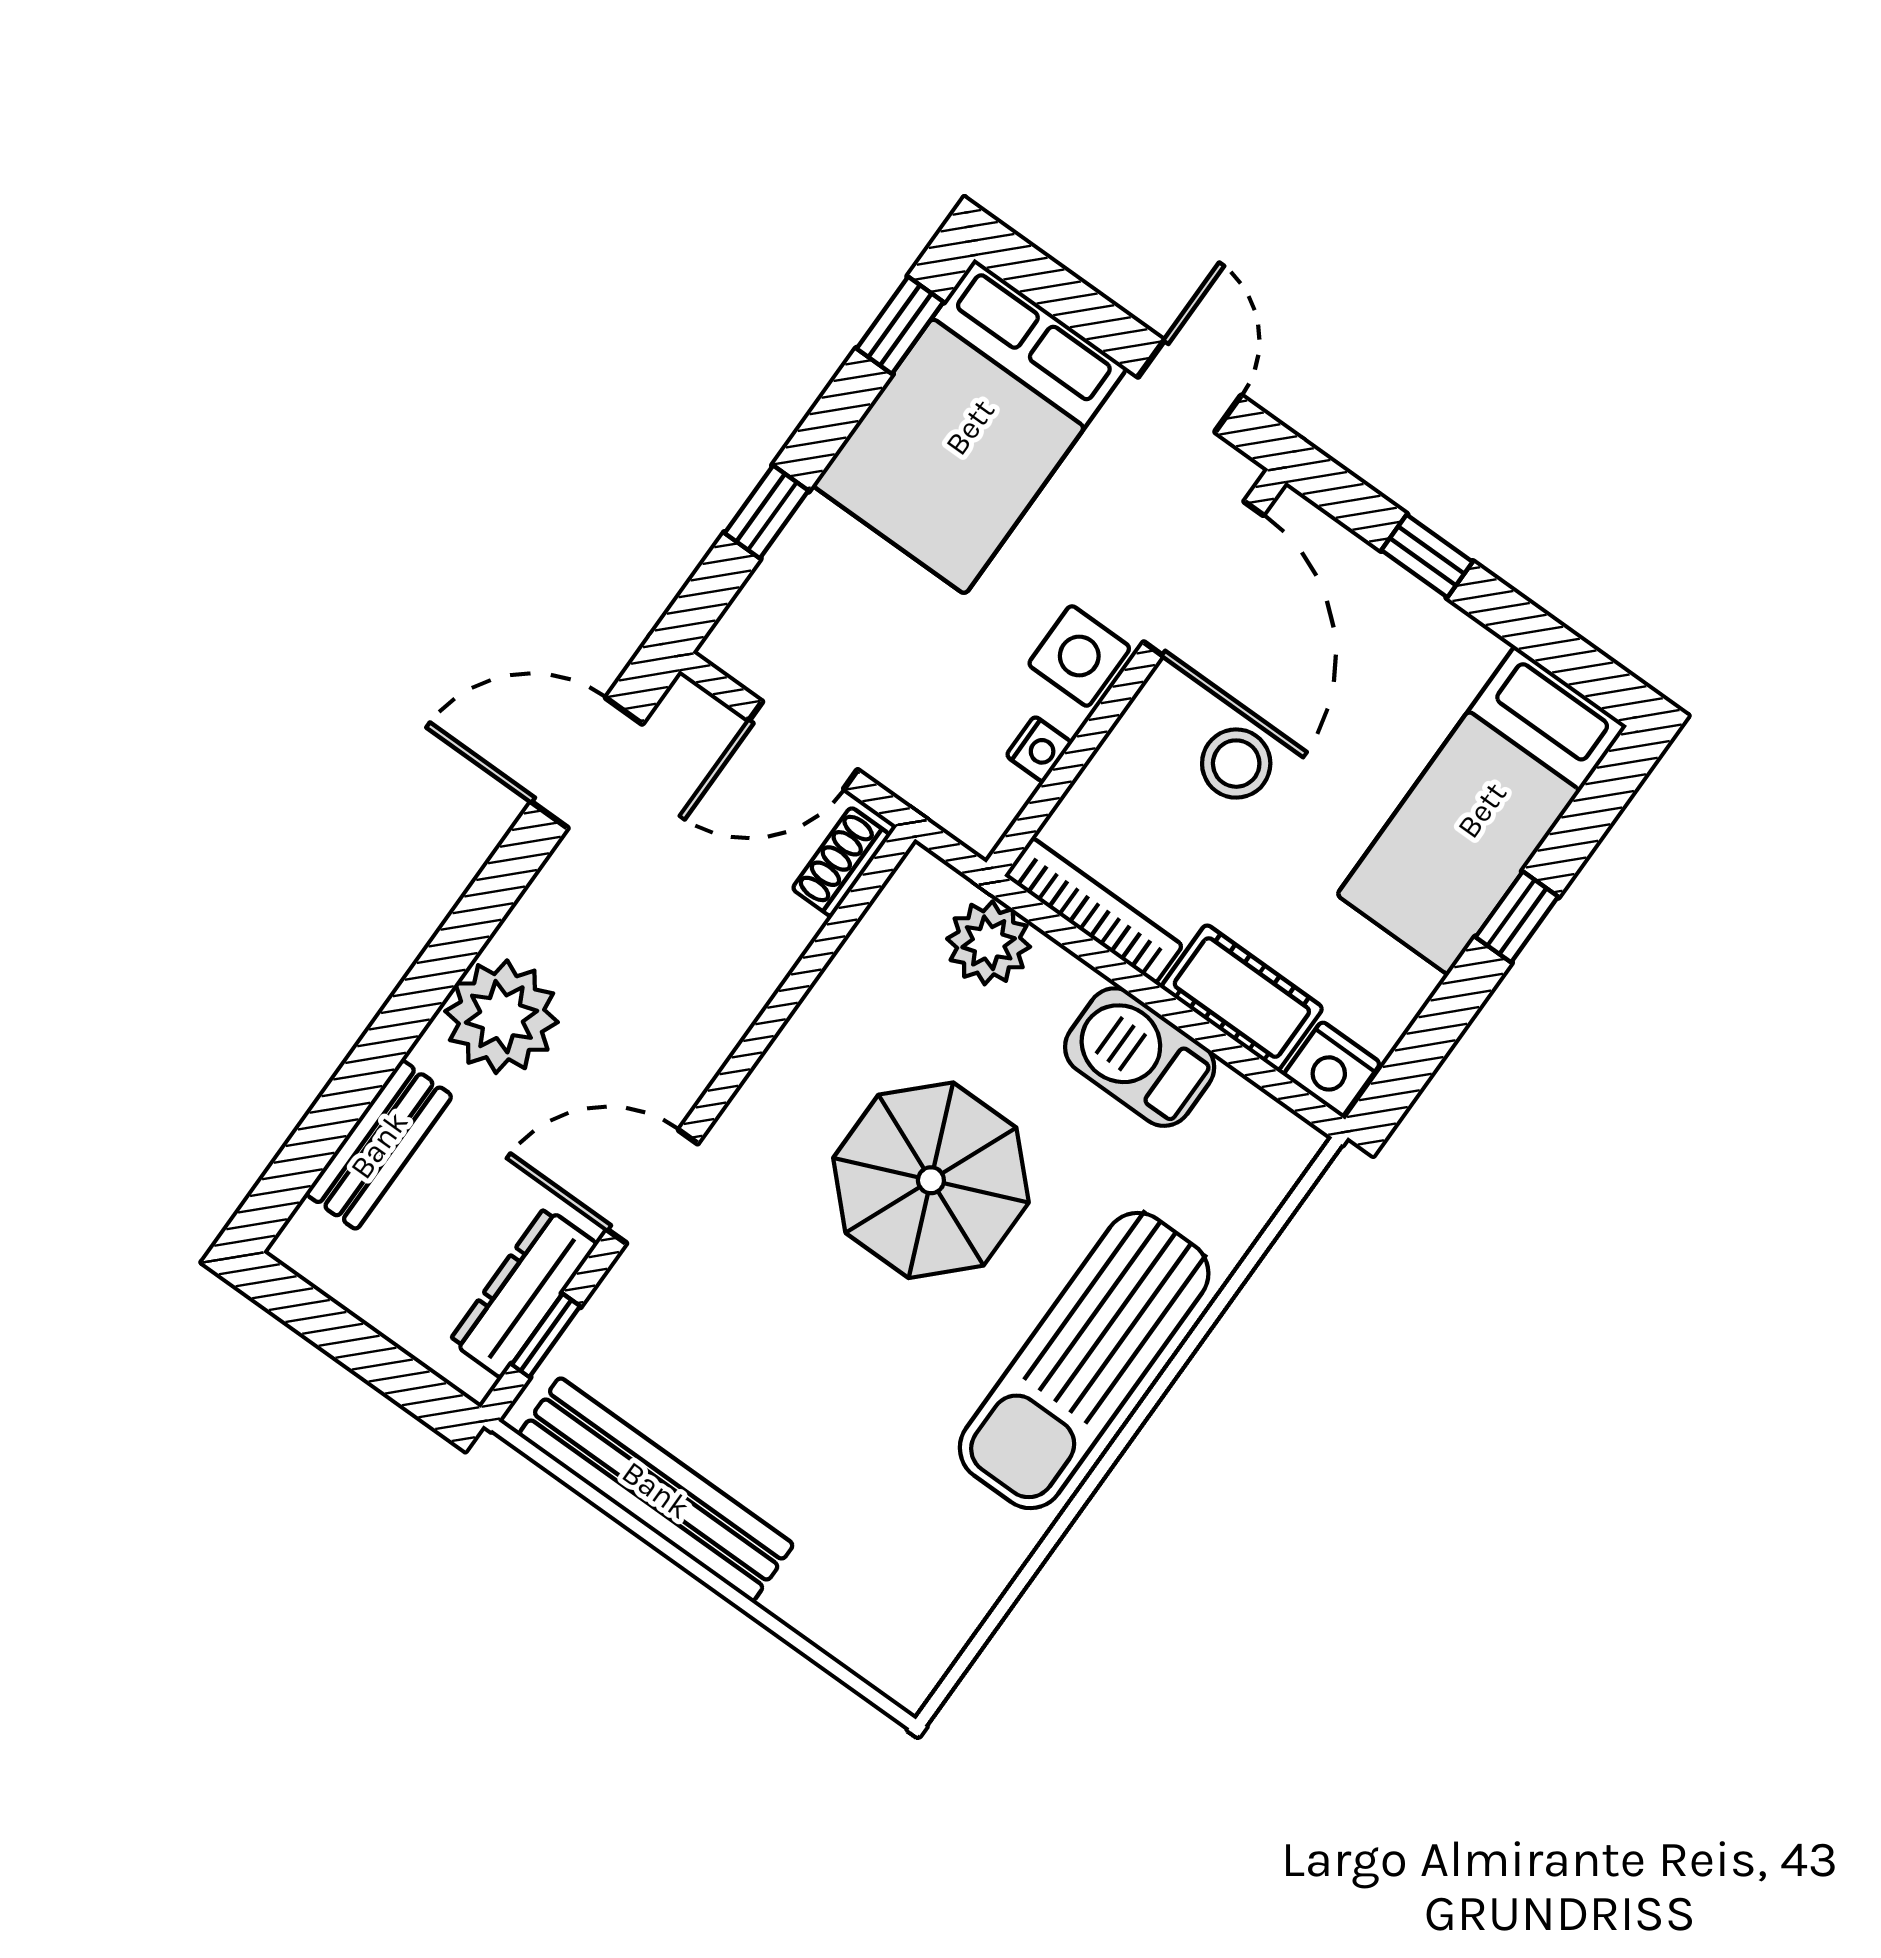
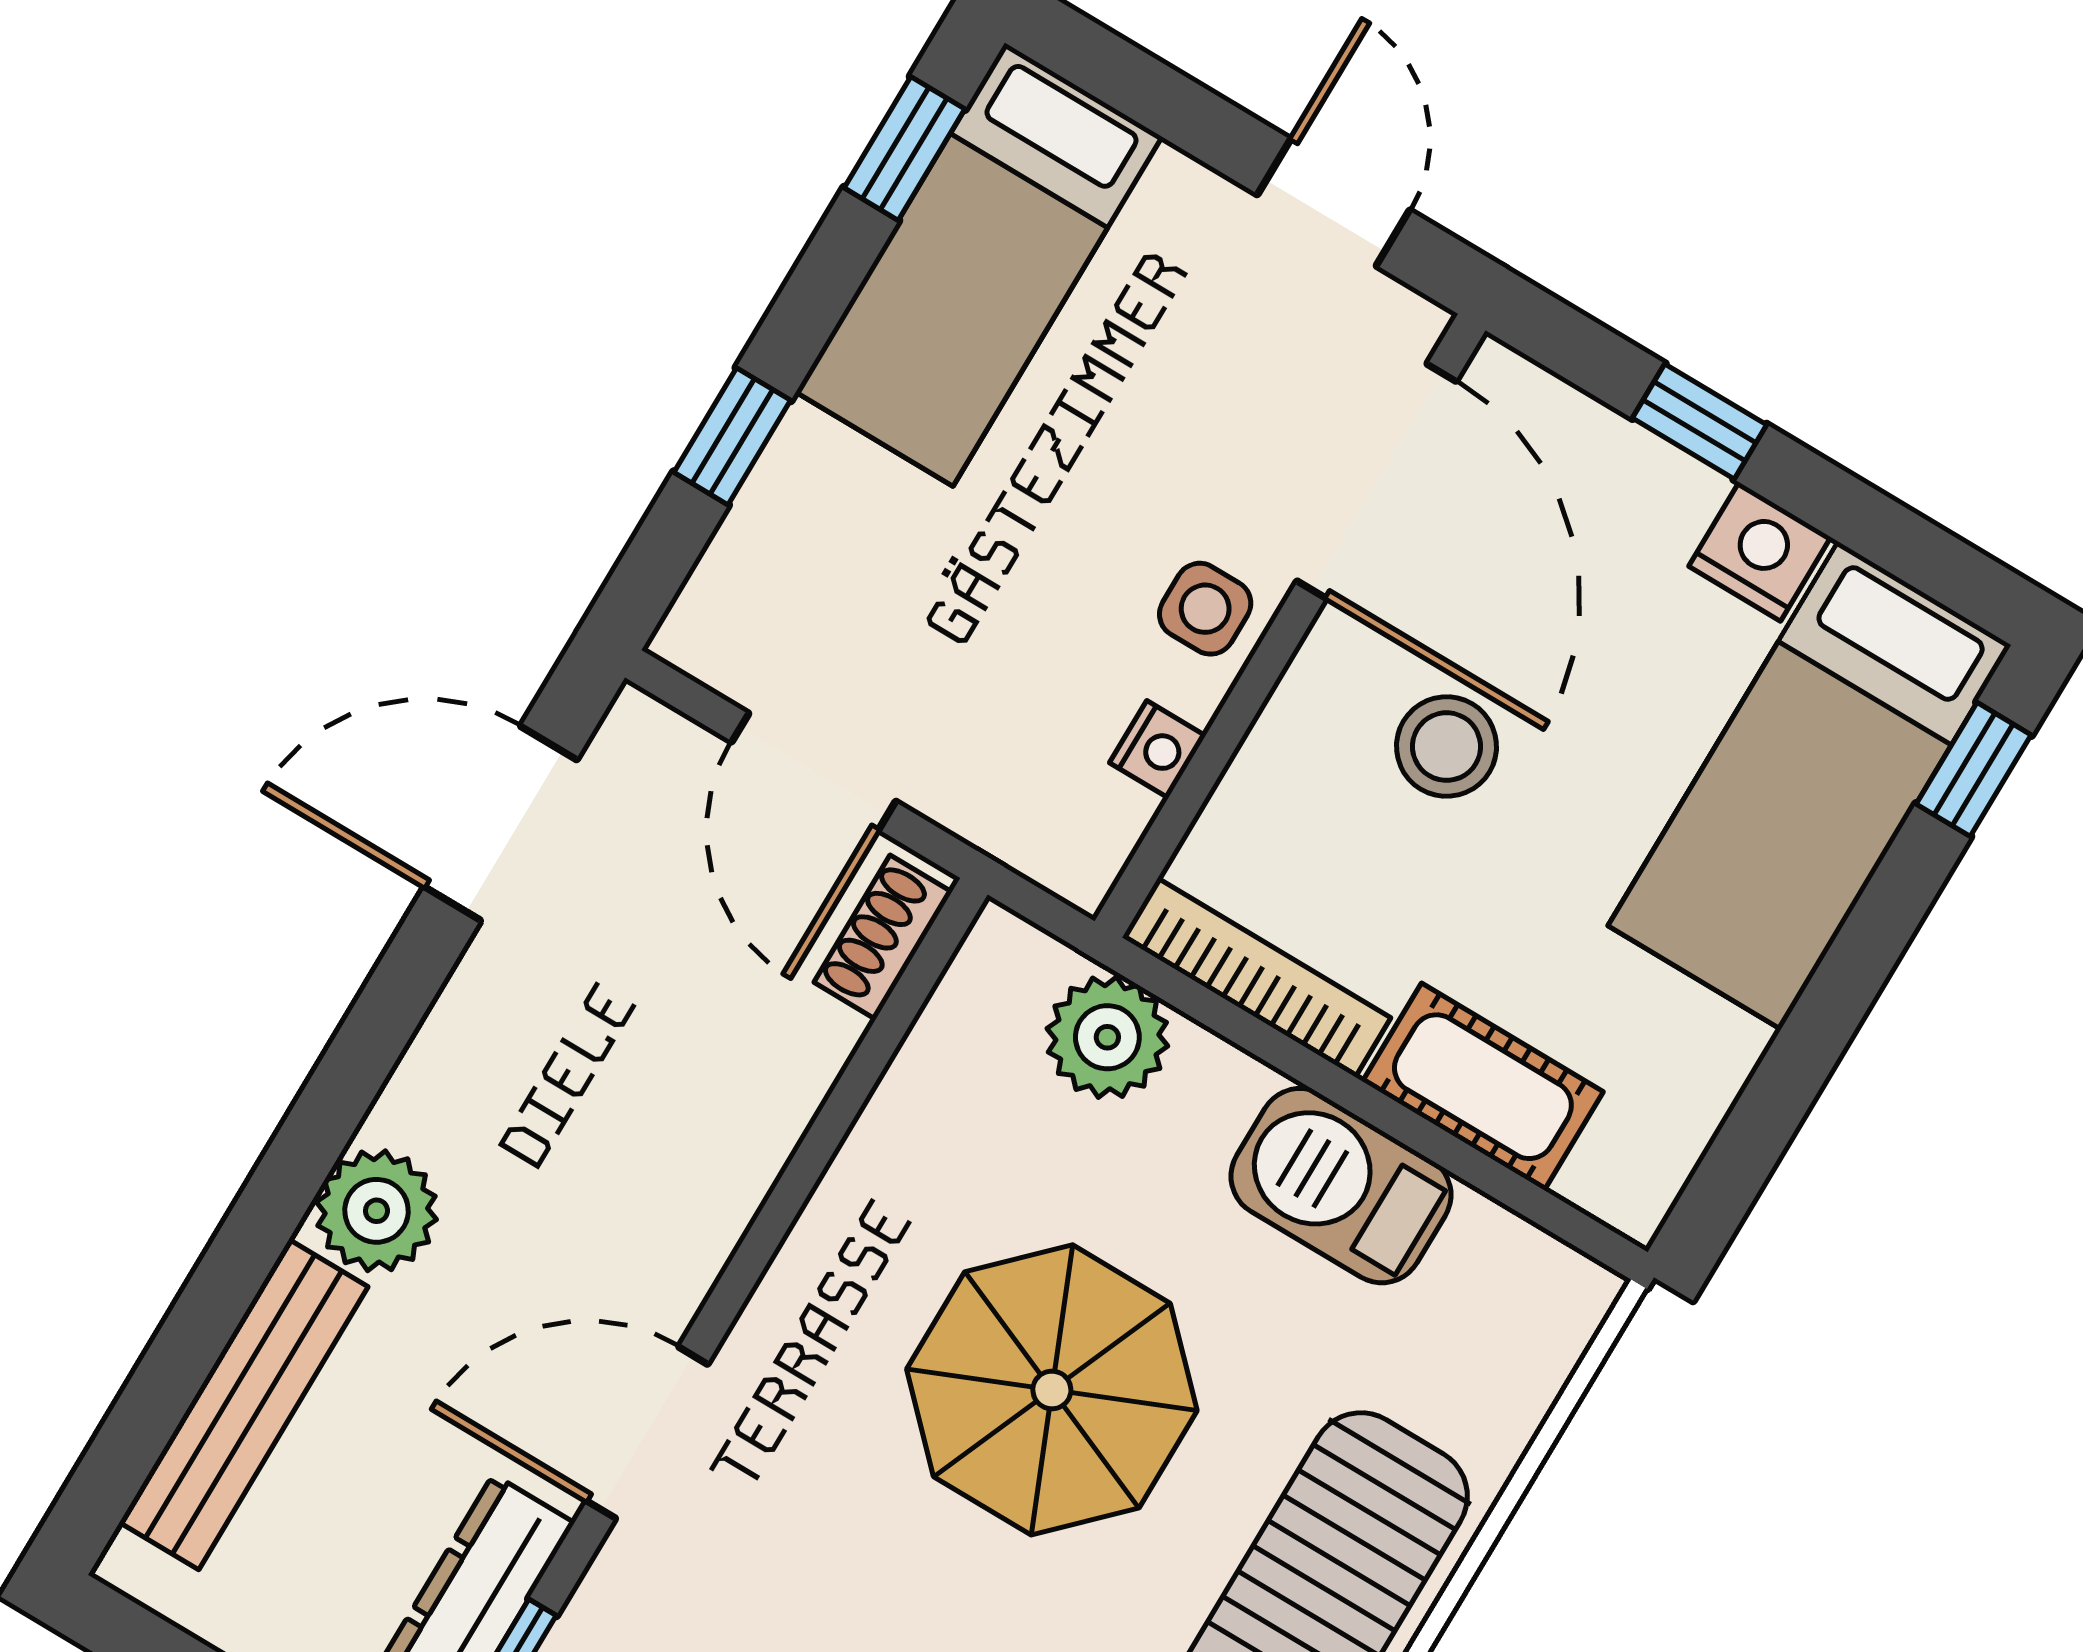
bed: (970, 427) -> (979, 264), width x0.67
side table: (1079, 656) -> (1205, 609), width x0.73, depth x0.73
door: (803, 745) -> (814, 772), hinge flipped
window: (1517, 917) -> (1974, 769), moved
plant: (501, 1017) -> (376, 1211), width x0.73, depth x0.73
nightstand: (1332, 1069) -> (1760, 552), moved, turned 180
bench: (379, 1145) -> (244, 1404), width x1.36

